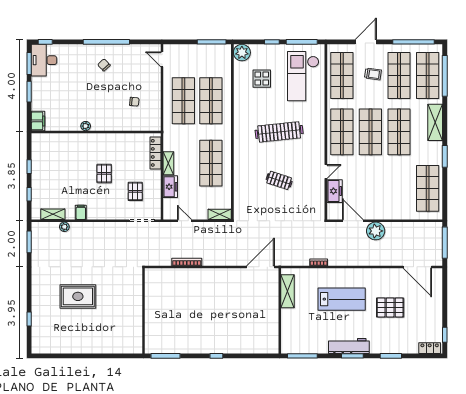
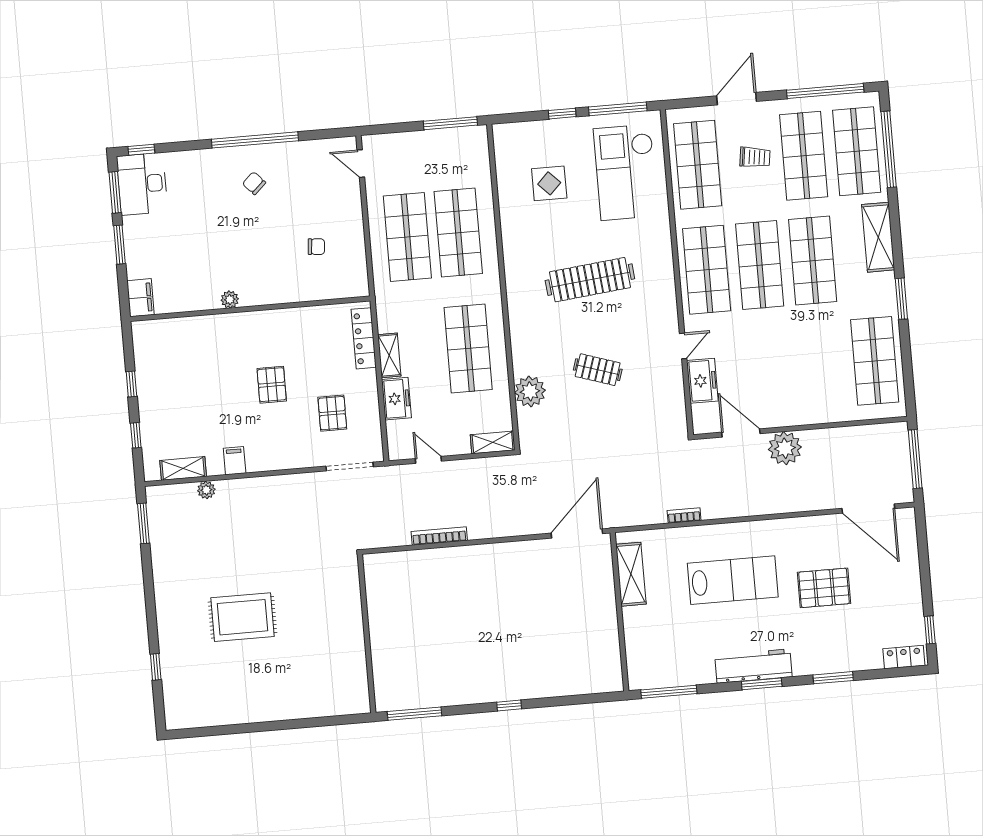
plant: (242, 53) -> (530, 391), moved

